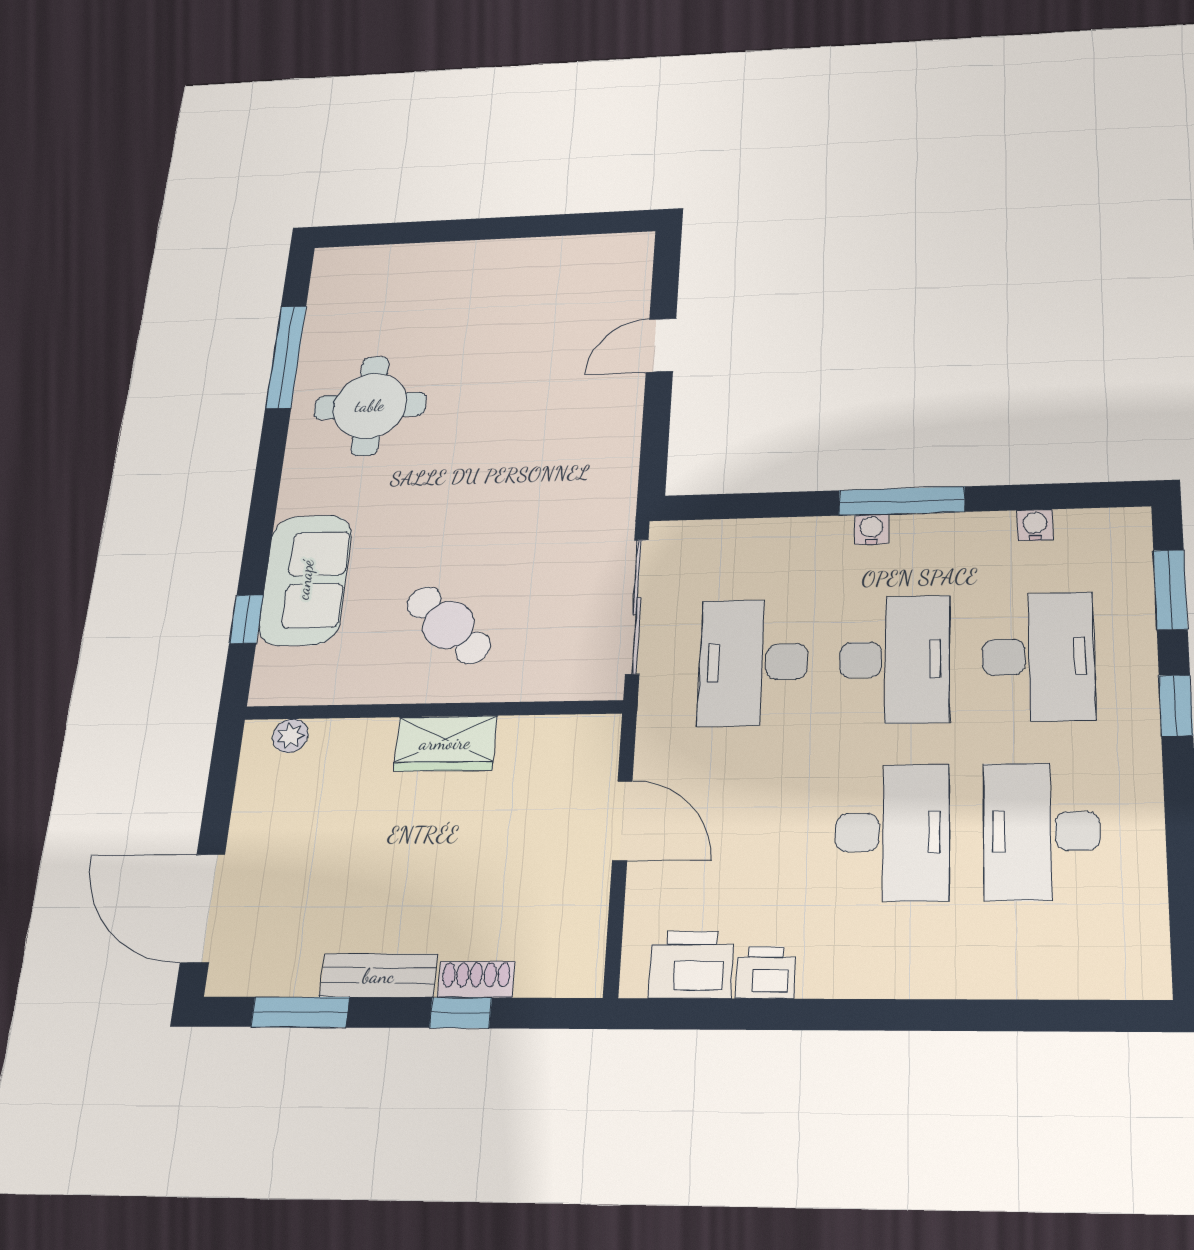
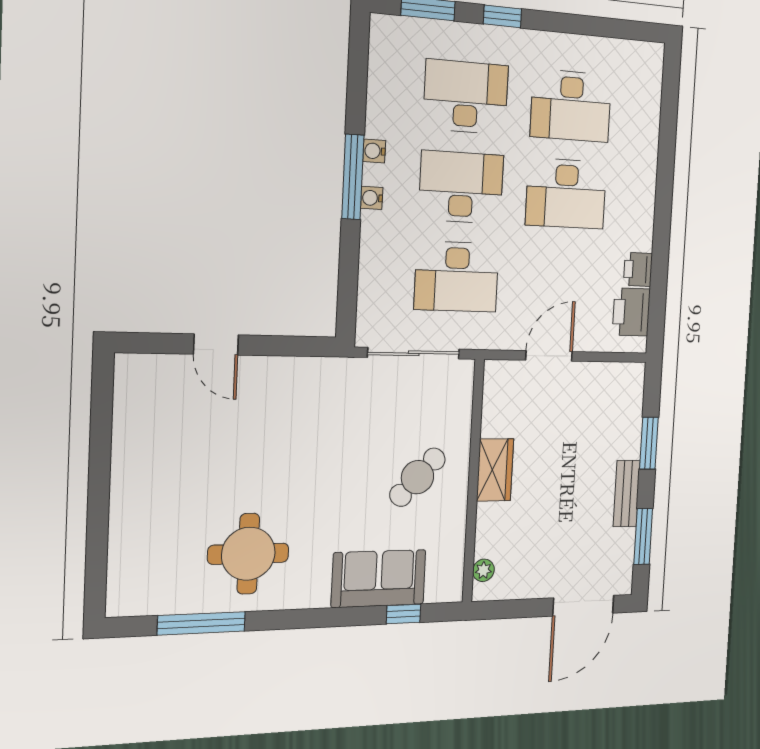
water cooler: (1035, 525) -> (374, 151), moved
desk: (892, 832) -> (566, 194), turned 180
shoe rack: (476, 979) -> (632, 436), removed
window: (461, 1013) -> (649, 443), width x1.50

